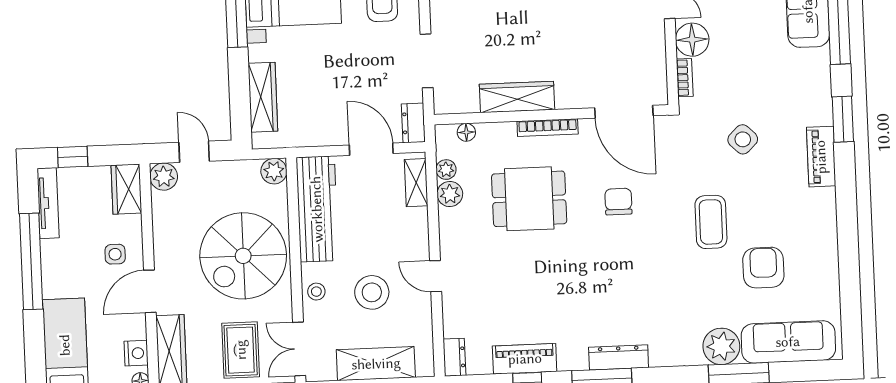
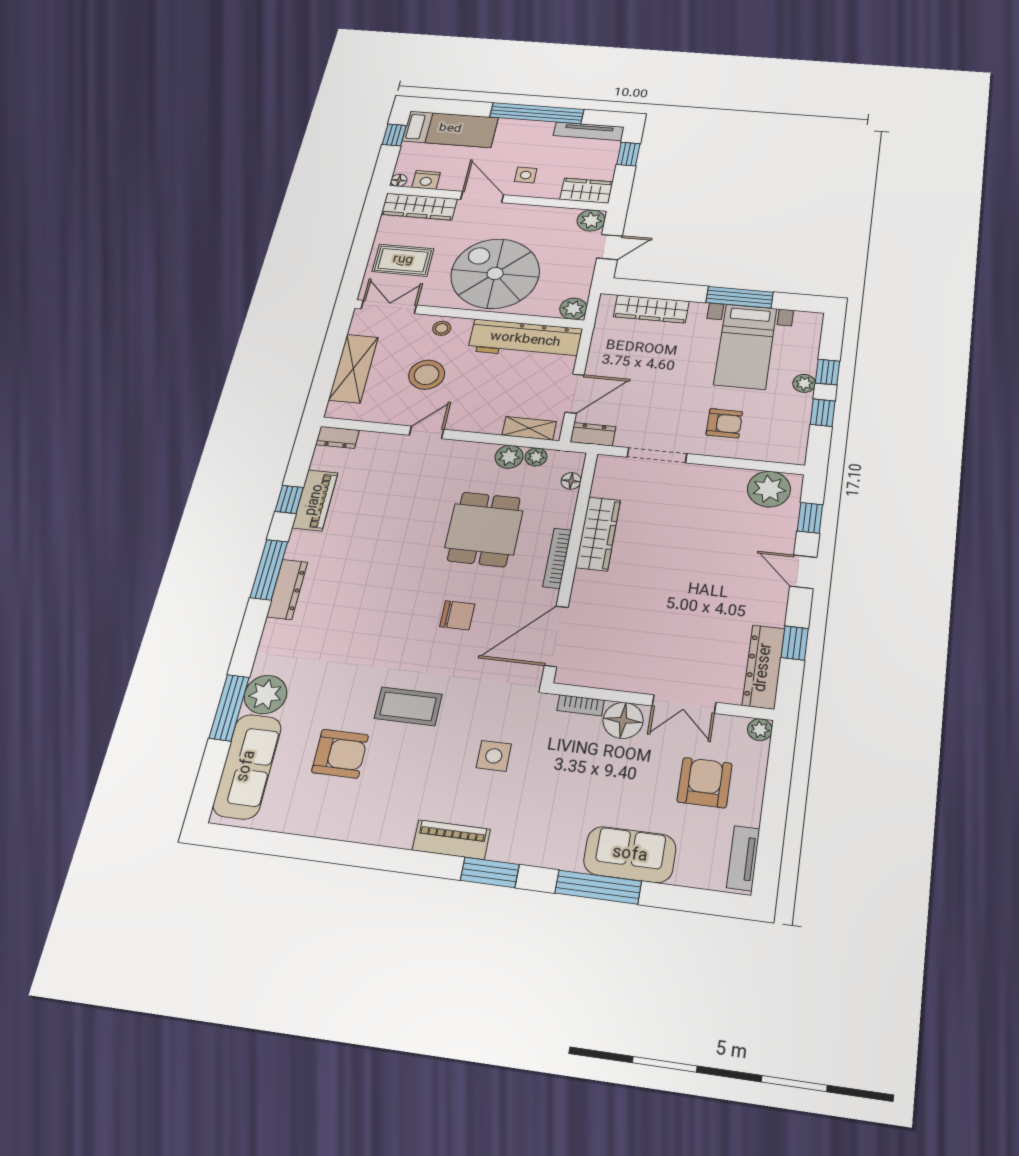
side table: (743, 139) -> (494, 756), turned 45

